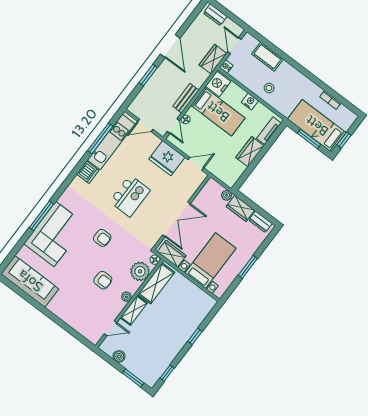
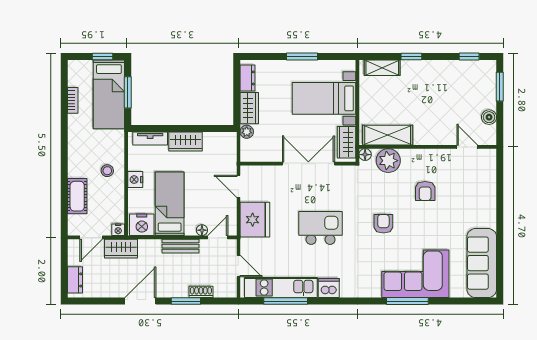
shoe rack: (147, 89) -> (201, 292), added
armchair: (103, 280) -> (425, 191), turned 180
plant: (126, 297) -> (424, 155), removed
shelving: (134, 310) -> (382, 68), moved

